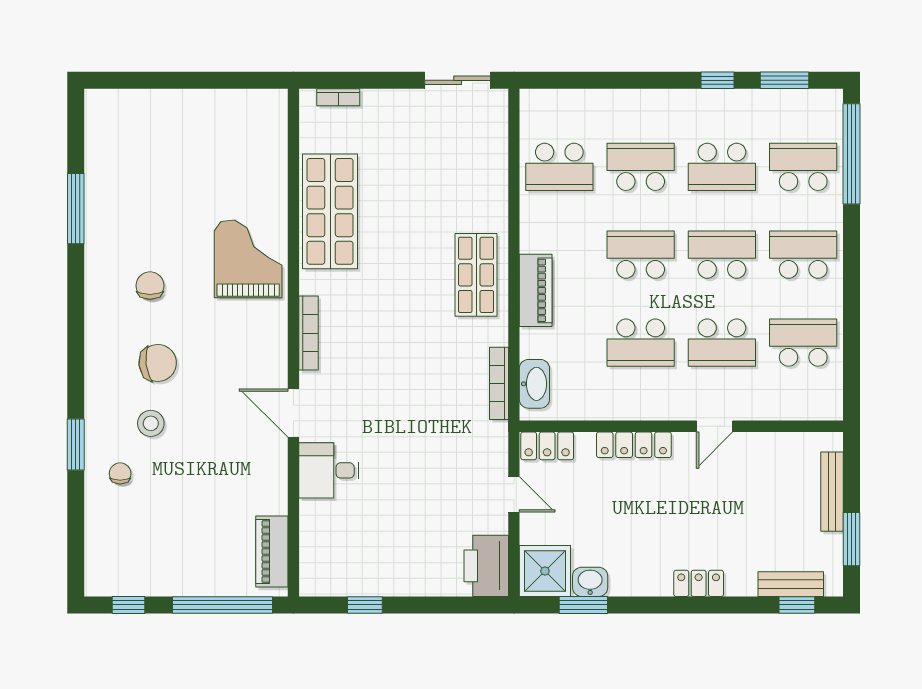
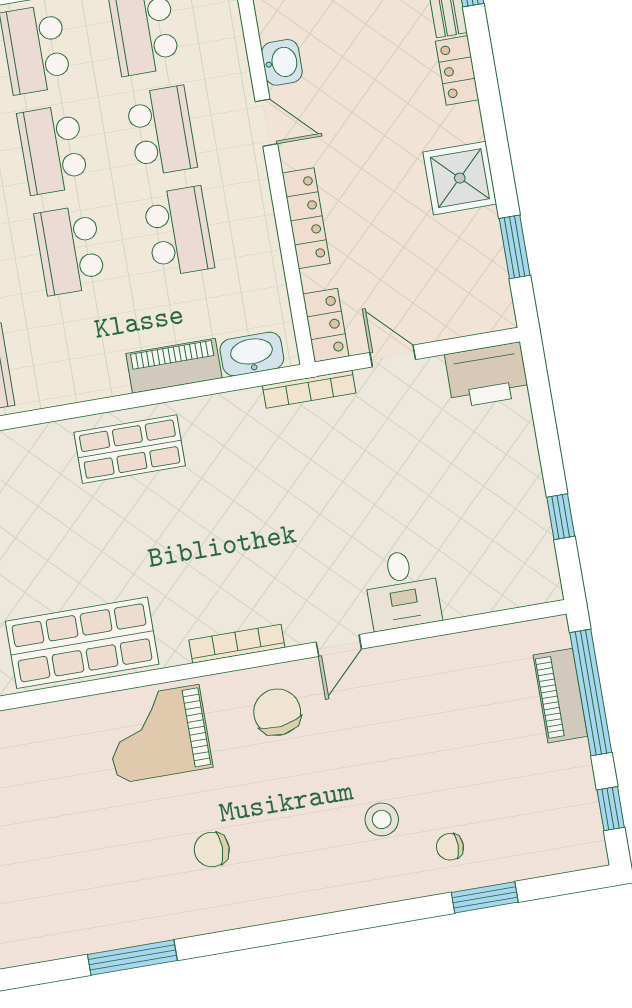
piano: (536, 290) -> (174, 366), moved
chair: (158, 363) -> (277, 712), moved
bookcase: (499, 383) -> (309, 389), moved
door: (293, 413) -> (339, 646), width x0.73
window: (76, 444) -> (485, 897), moved
door: (514, 494) -> (393, 356), hinge flipped
piano: (272, 552) -> (560, 696), moved, turned 90
shower: (545, 571) -> (460, 178), moved
washbasin: (590, 582) -> (282, 62), moved, turned 180
locker: (699, 583) -> (457, 70), moved

